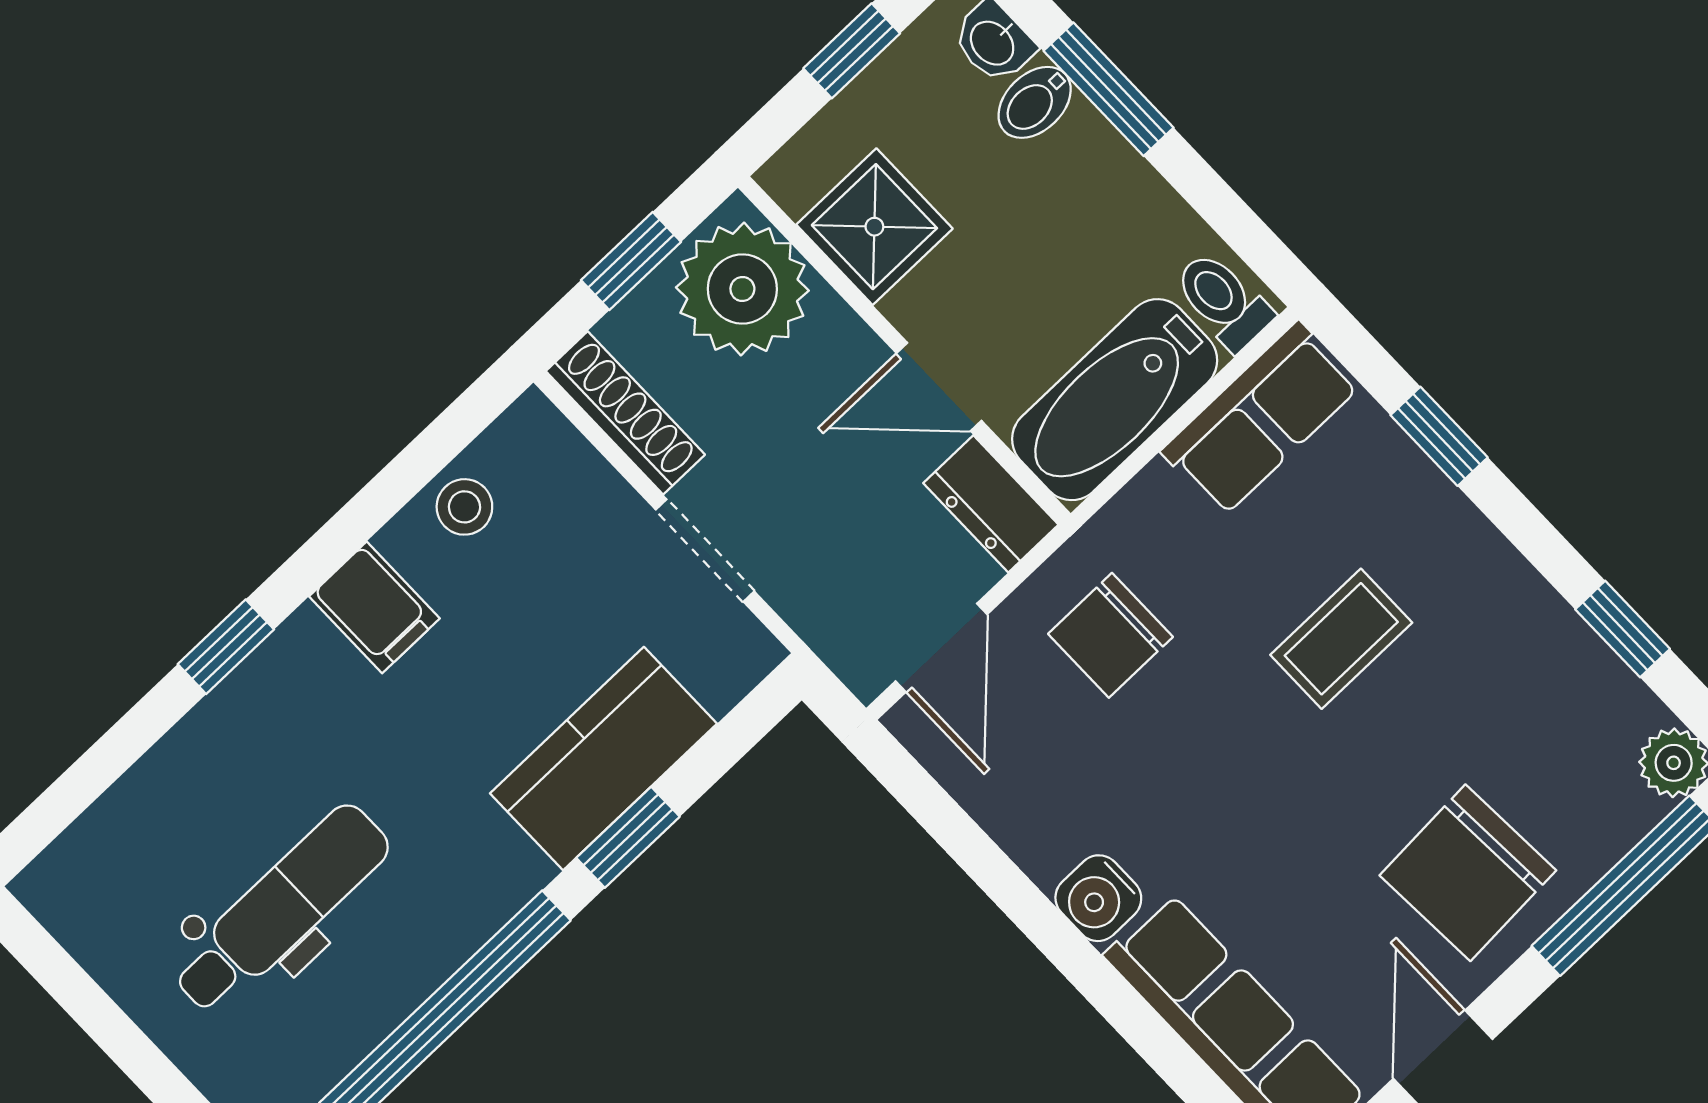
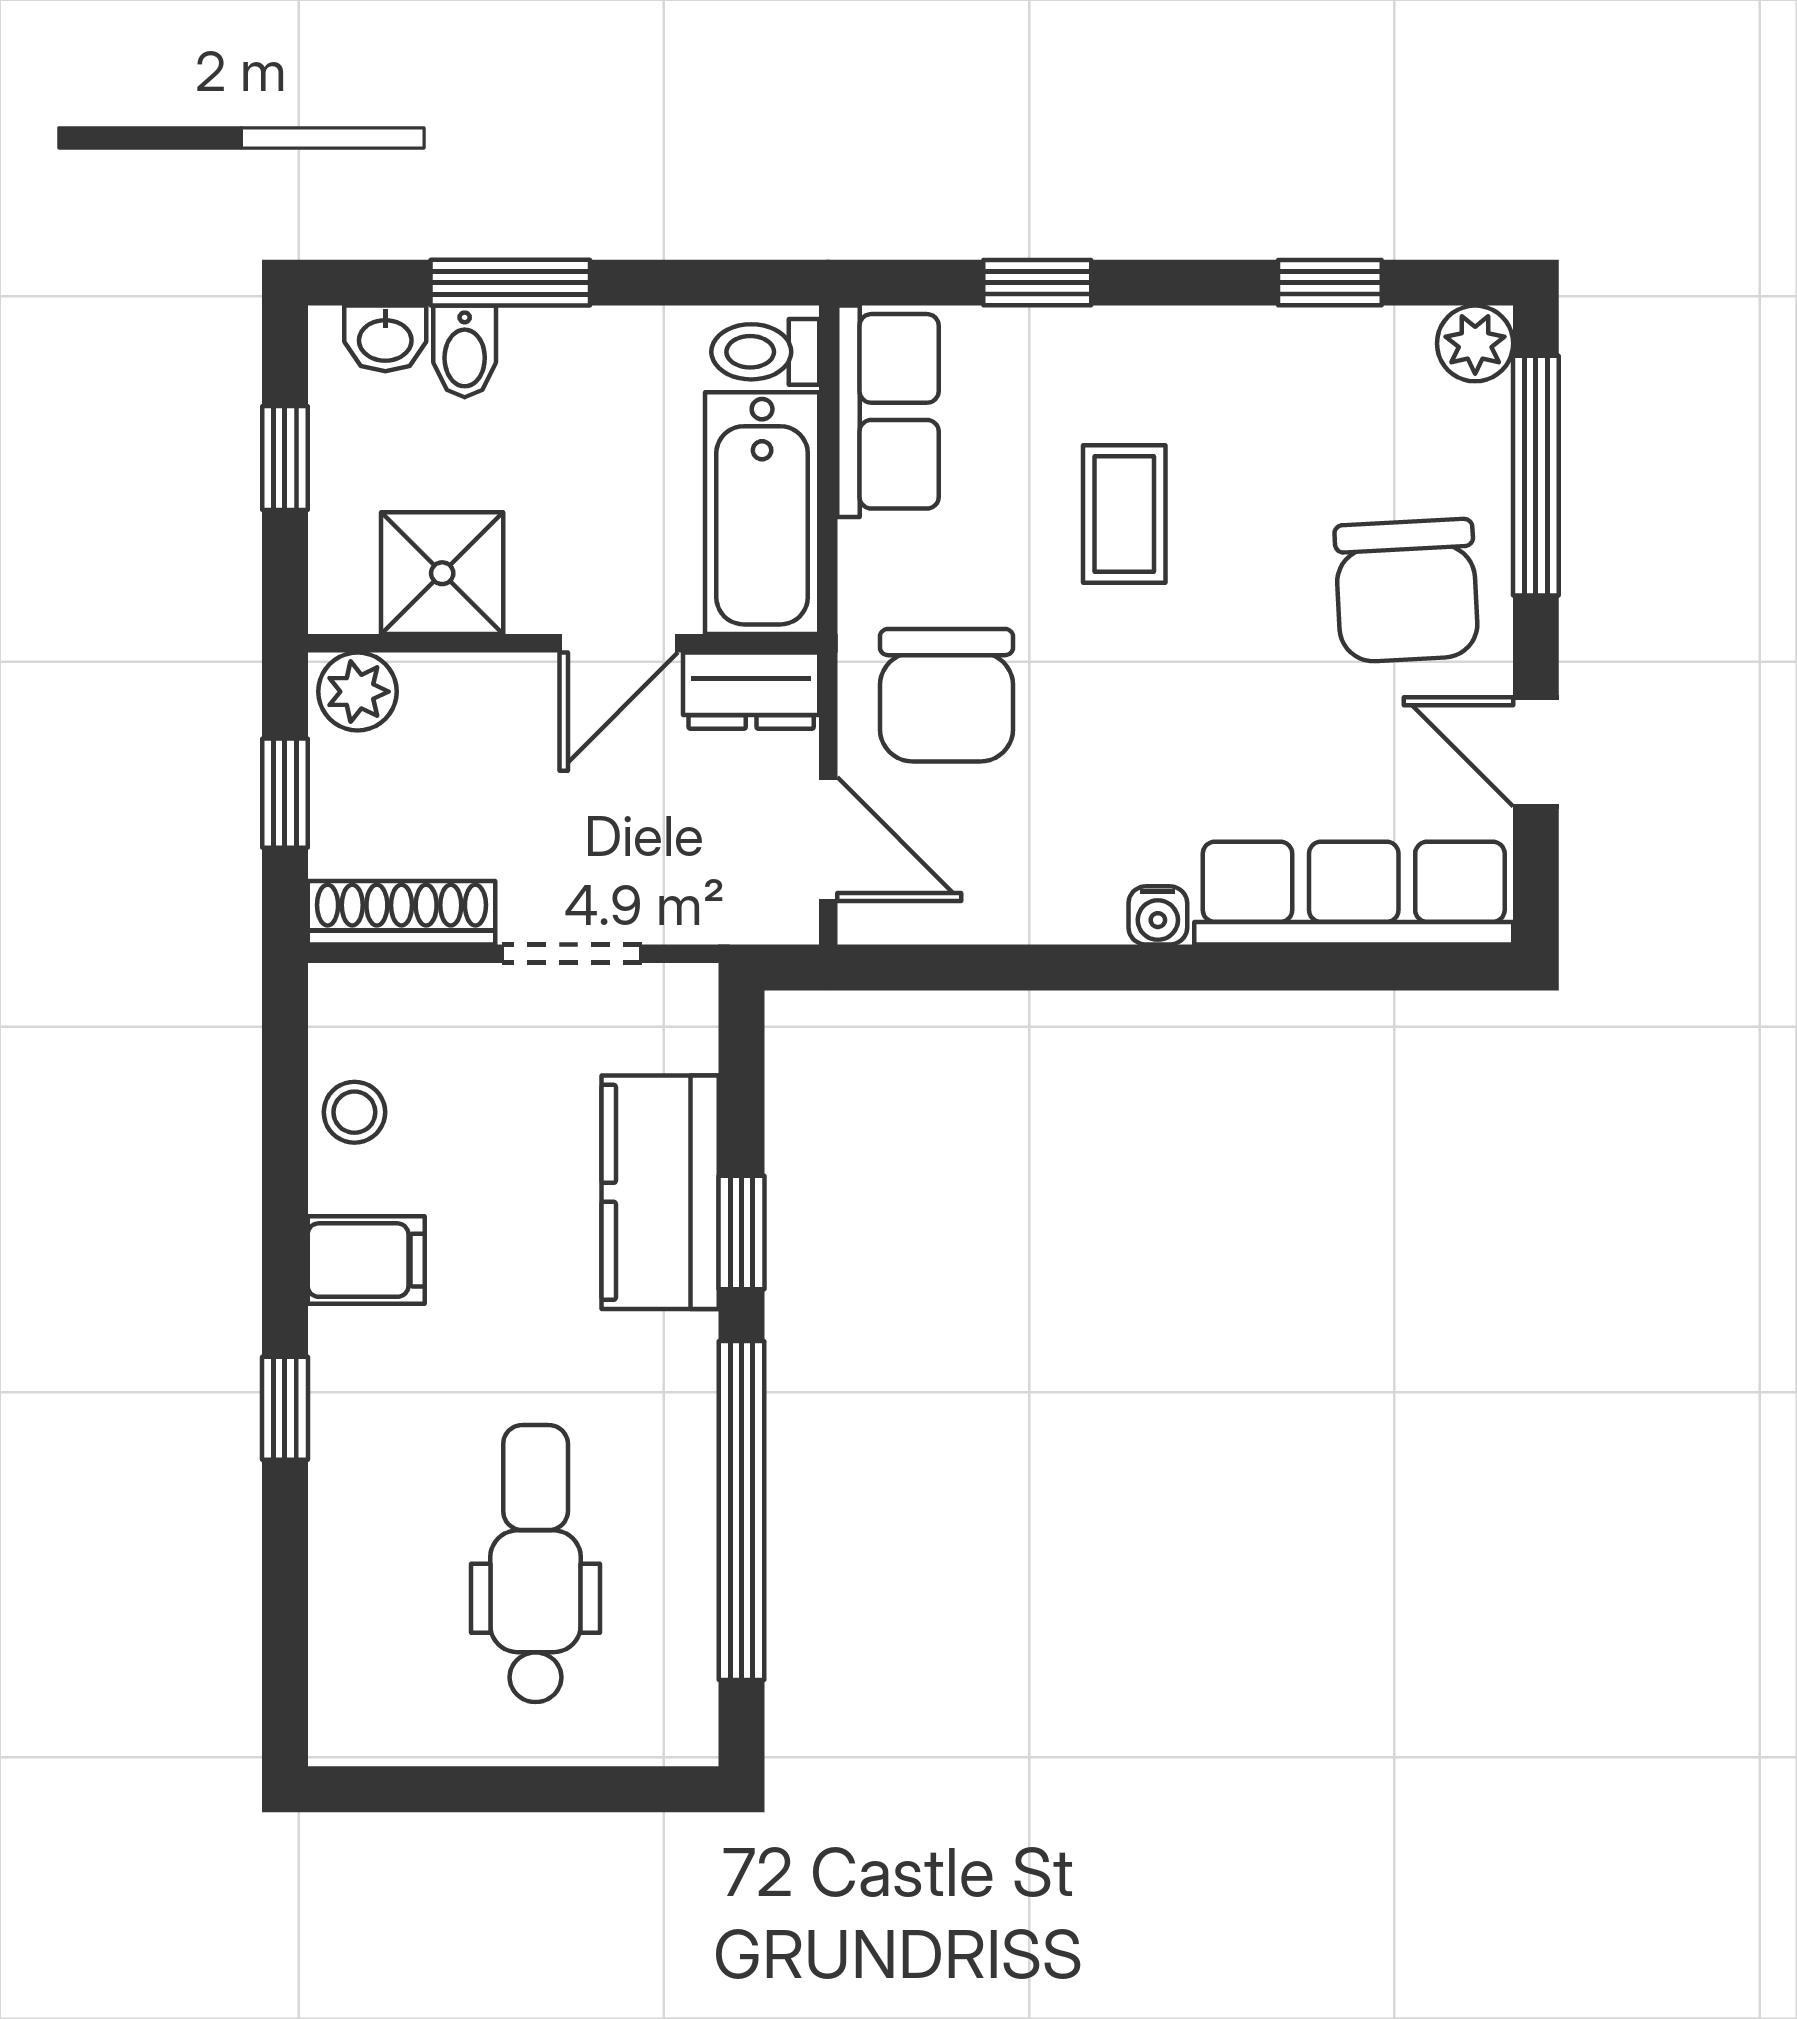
plant: (742, 289) -> (358, 692), width x0.53, depth x0.53
chair: (1110, 635) -> (947, 695), width x1.37, depth x1.37
water cooler: (1098, 898) -> (1158, 915), width x0.72, depth x0.72

